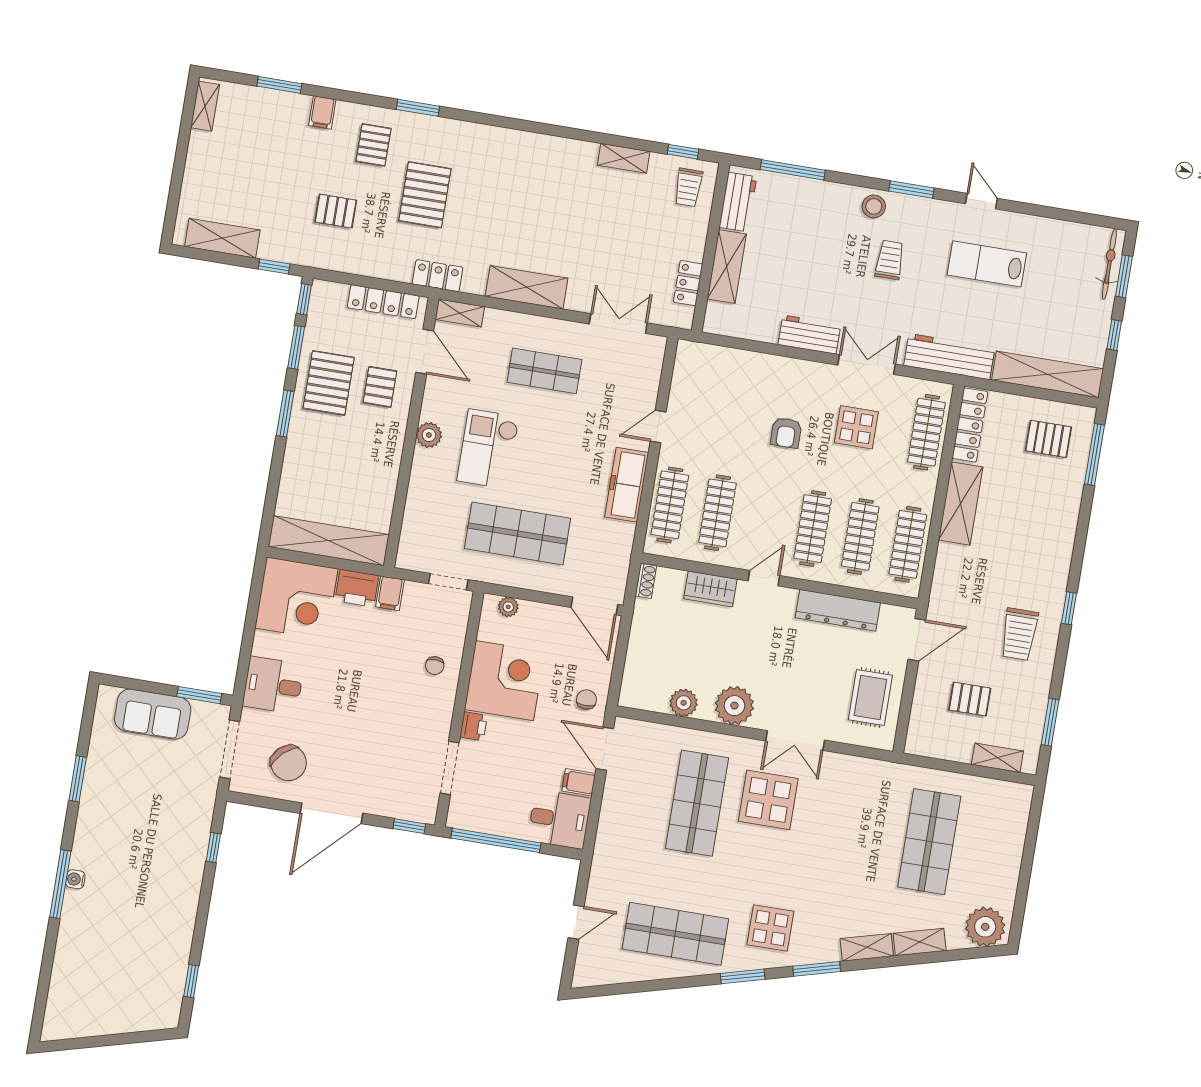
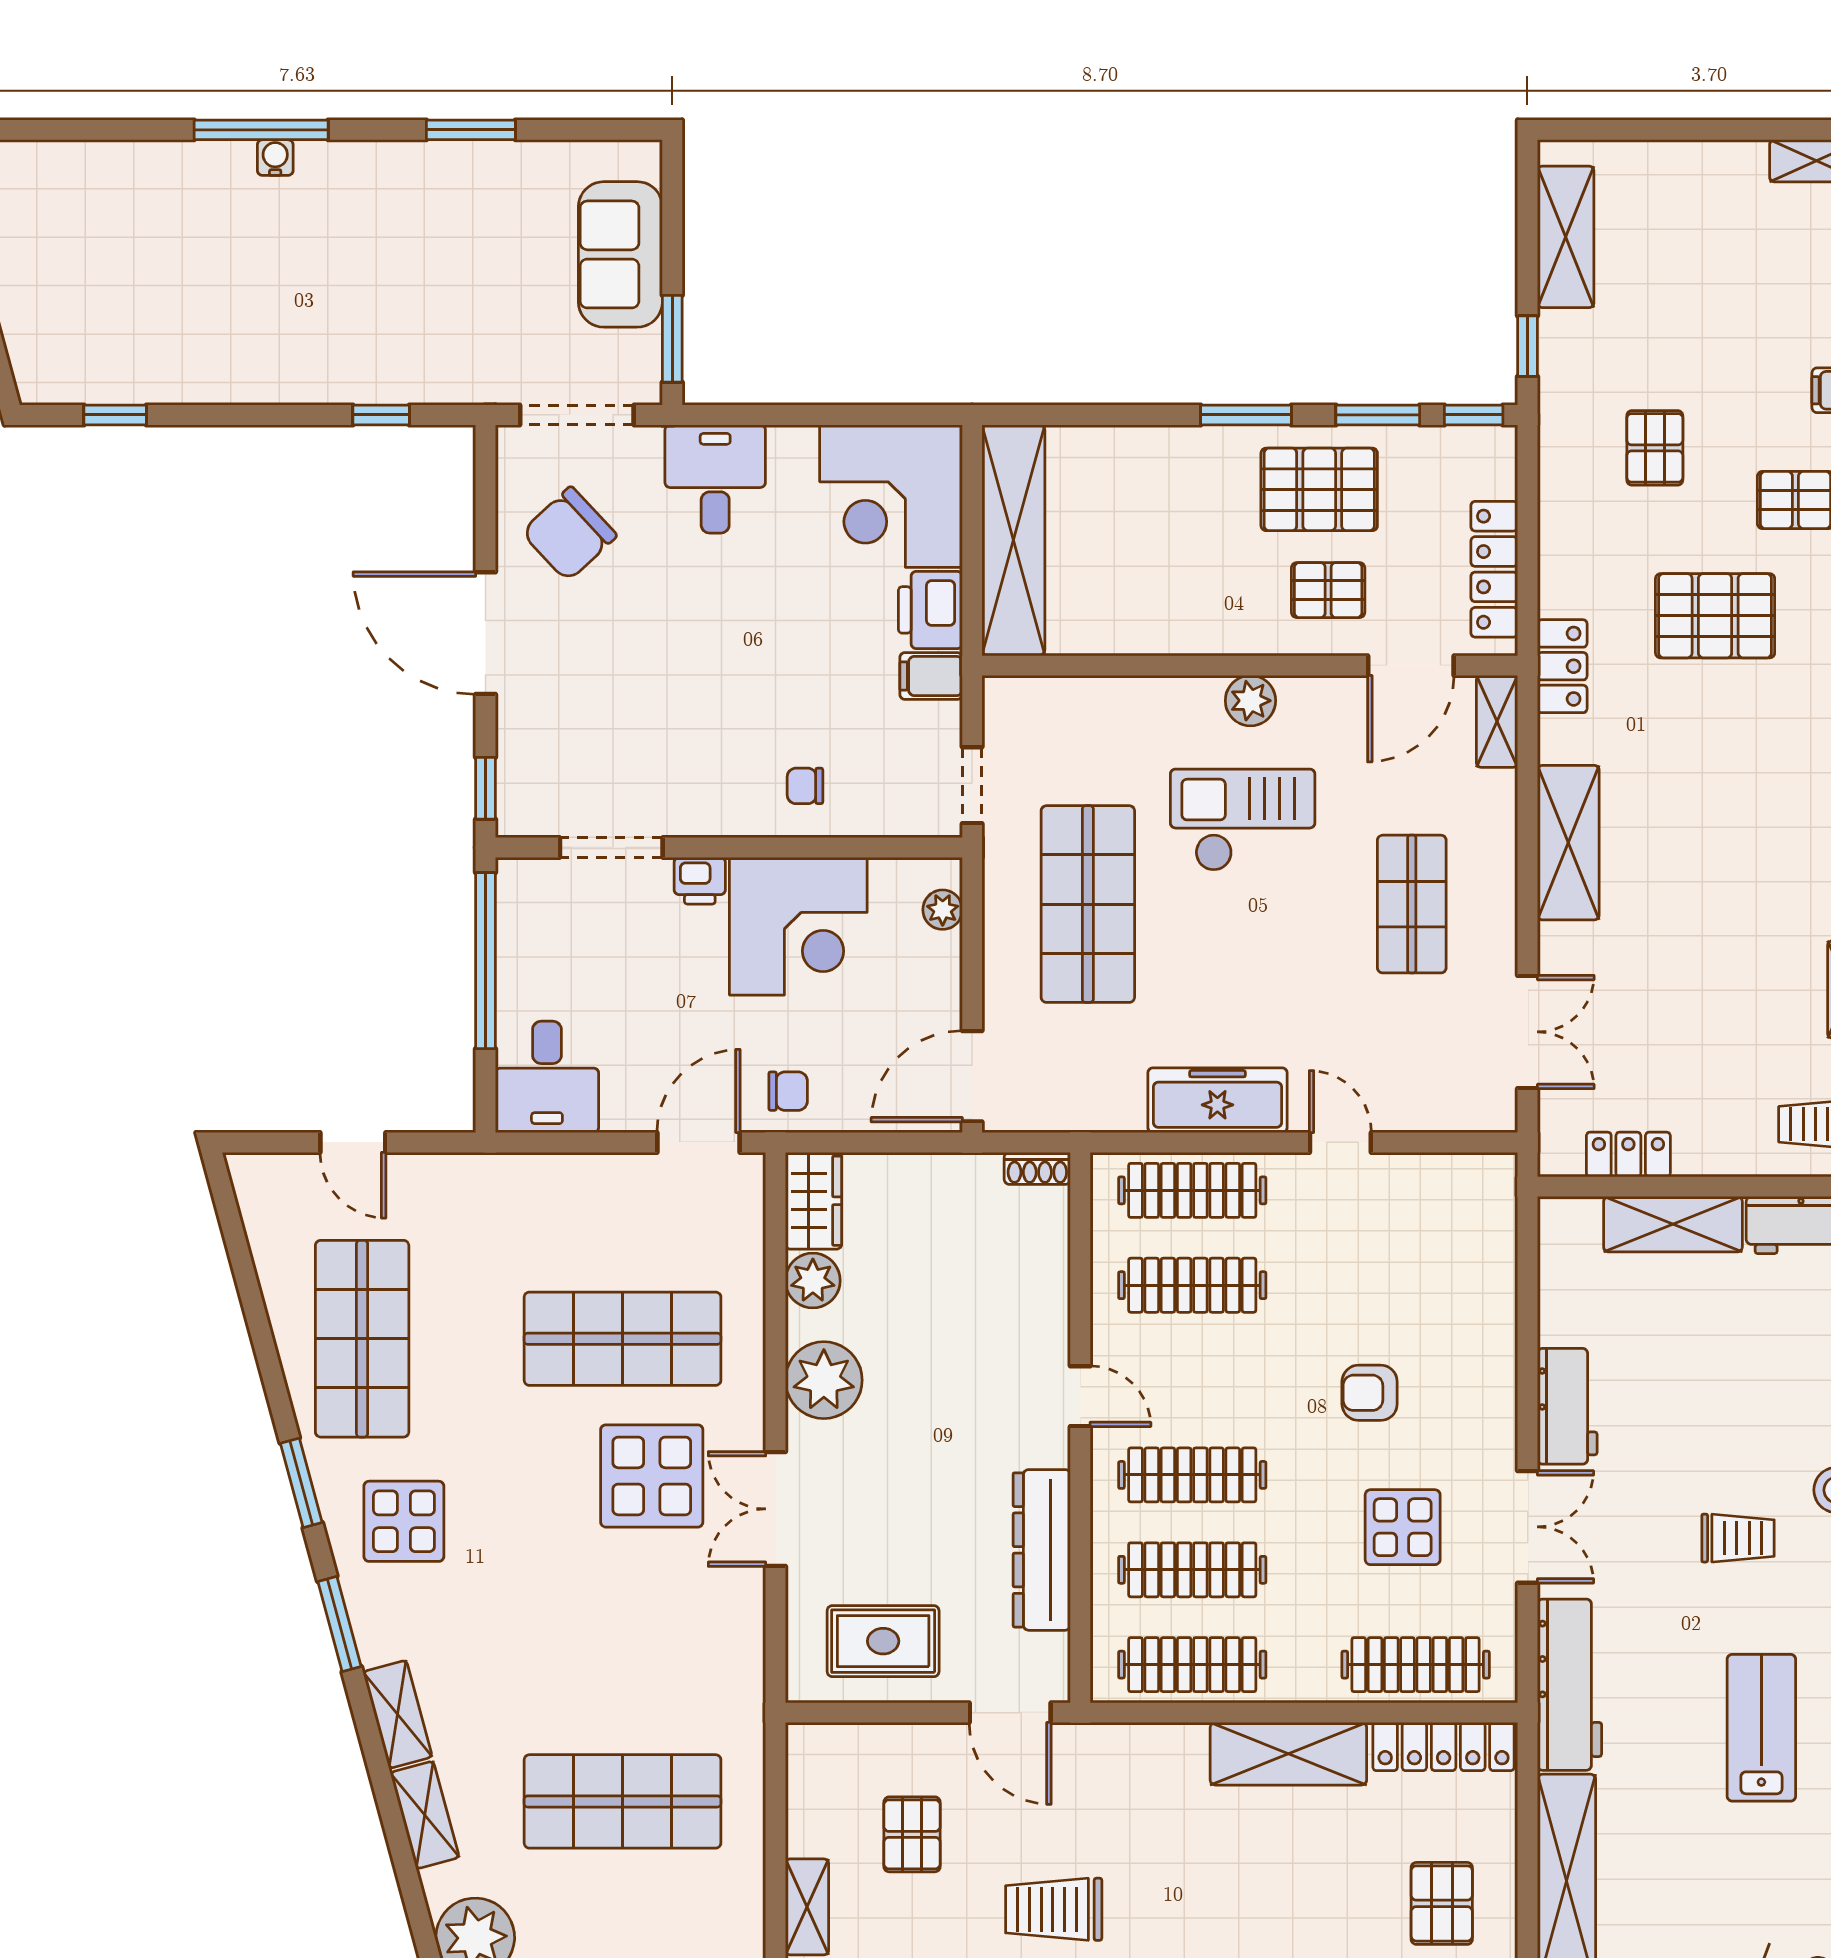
wardrobe: (710, 589) -> (813, 1201), moved, turned 180
filing cabinet: (579, 782) -> (625, 1103), removed

